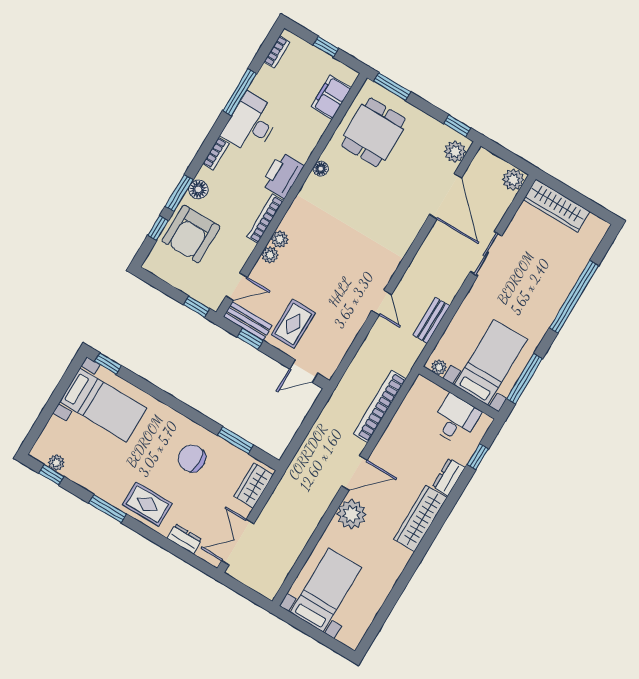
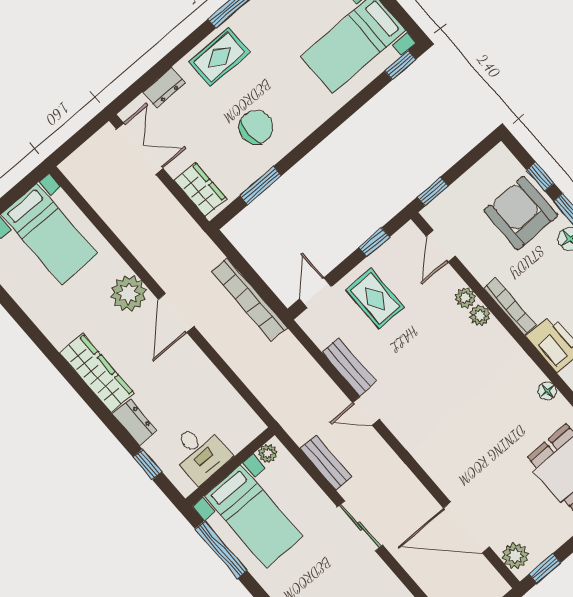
sliding door: (486, 254) -> (360, 526), moved
bench: (248, 321) -> (349, 367), moved, turned 90
bookcase: (380, 406) -> (249, 299), moved, turned 180

